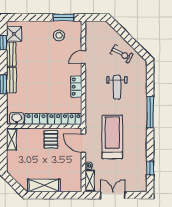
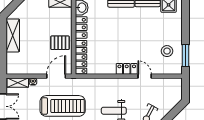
locker: (76, 87) -> (127, 69), moved

